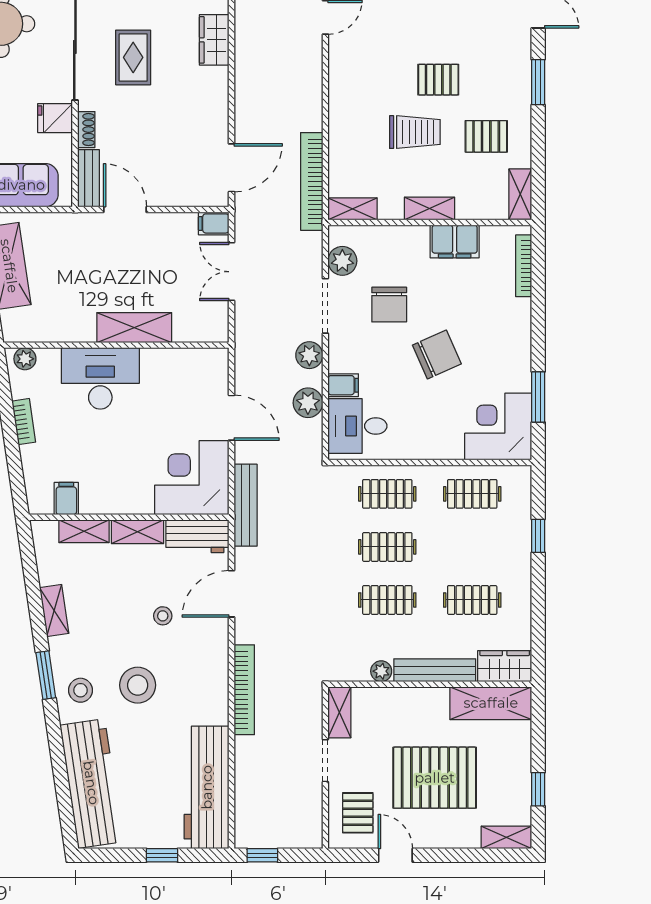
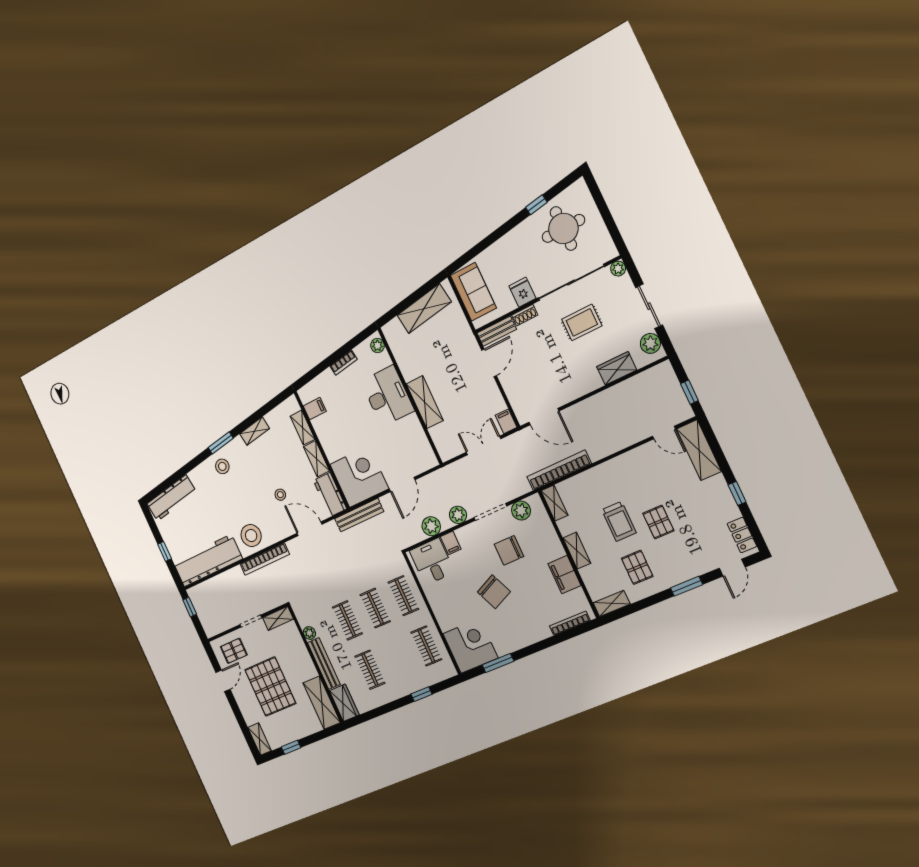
stool: (138, 685) -> (251, 536), moved
workbench: (91, 783) -> (172, 498), width x0.73, depth x0.76

